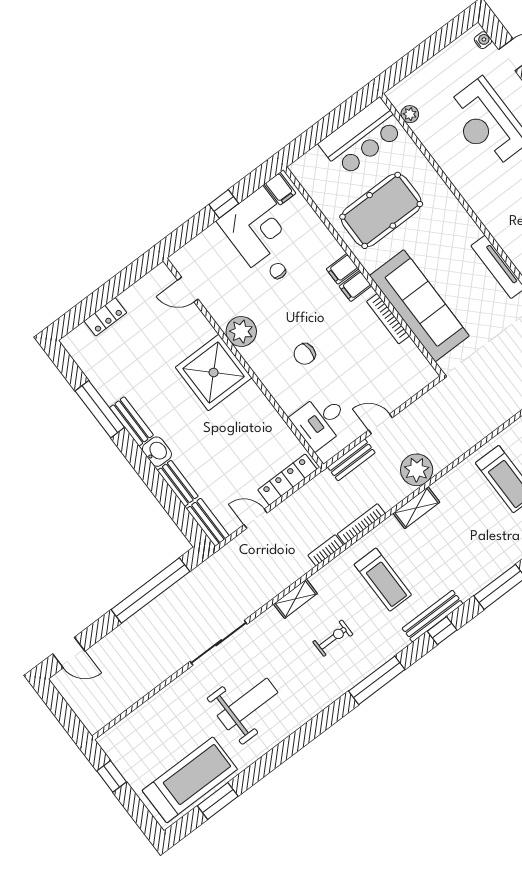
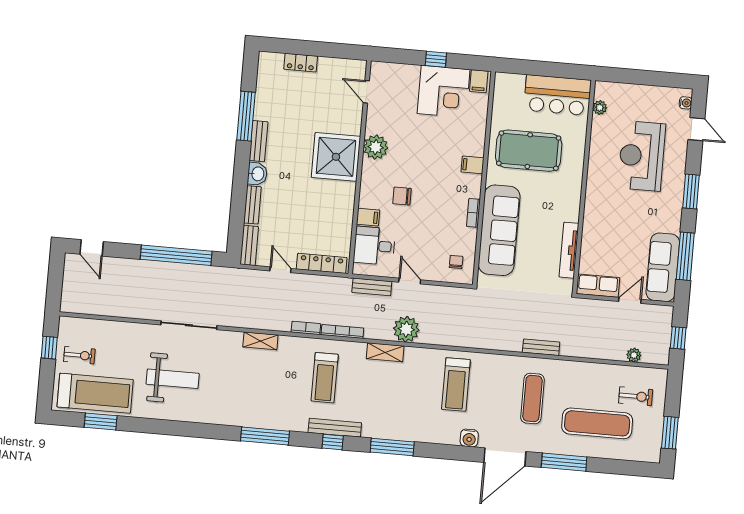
chair: (278, 271) -> (456, 262), moved
filing cabinet: (355, 286) -> (368, 217), moved, turned 180
bookcase: (388, 319) -> (473, 213), width x0.64
exercise bike: (333, 638) -> (79, 355), moved

